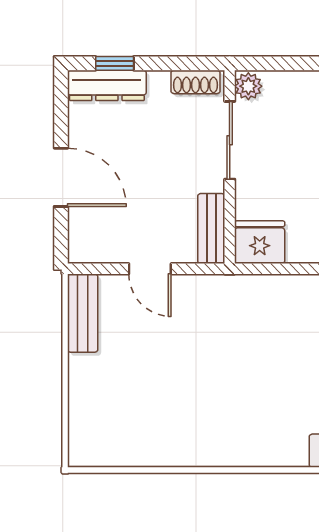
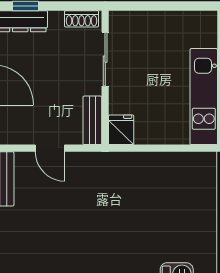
plant: (248, 86) -> (118, 22), removed
fridge: (260, 242) -> (121, 130), width x0.72

